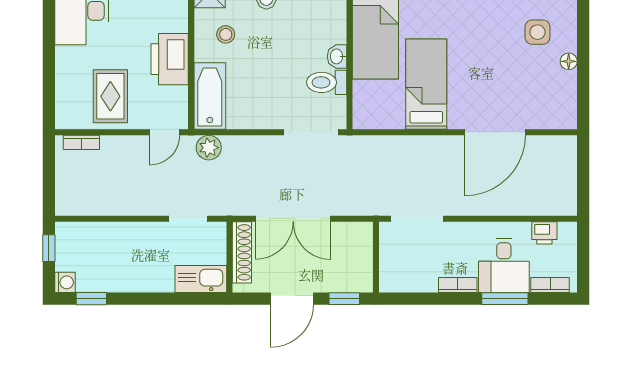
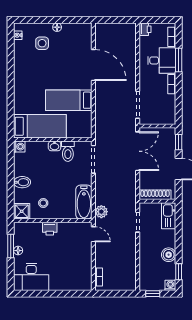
printer: (170, 59) -> (50, 229), width x0.53, depth x0.68
rug: (110, 96) -> (75, 262), removed
bathtub: (210, 96) -> (84, 202), moved, turned -90
double door: (293, 219) -> (138, 151), moved
printer: (544, 233) -> (145, 29), moved
boiler: (125, 279) -> (169, 255), added

